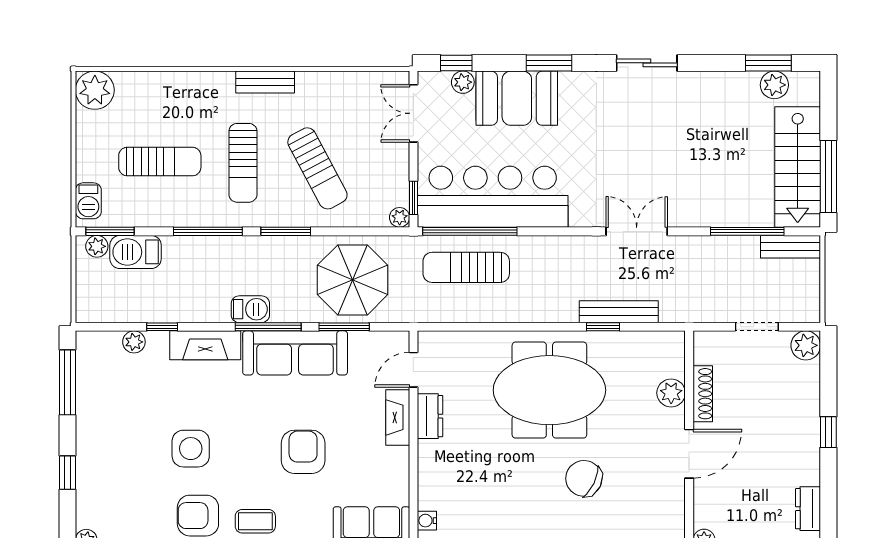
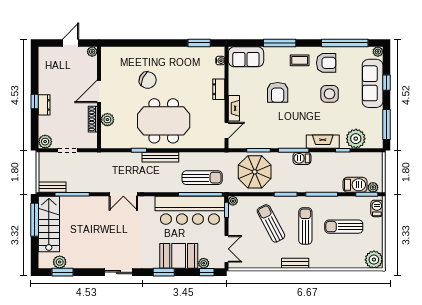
bench: (619, 312) -> (160, 157), moved
plant: (134, 342) -> (356, 139), width x1.88, depth x1.88
sofa: (295, 353) -> (373, 83), moved, turned -90
dresser: (430, 416) -> (219, 89), moved
dresser: (808, 509) -> (44, 105), moved

